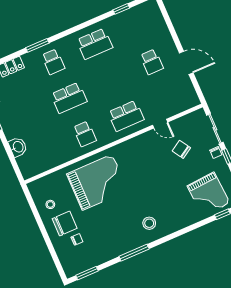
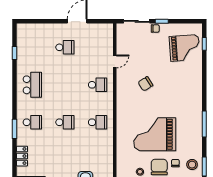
school desk: (69, 98) -> (65, 122), width x0.54
school desk: (126, 116) -> (98, 85), width x0.54
chair: (181, 149) -> (145, 84), moved
grand piano: (97, 182) -> (155, 134), moved, turned -90
stool: (149, 223) -> (192, 165), moved

